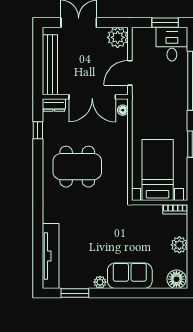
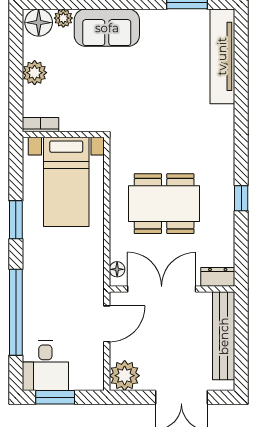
window: (38, 130) -> (241, 198), moved
dining table: (77, 167) -> (164, 204), moved
plant: (100, 282) -> (63, 18), moved

